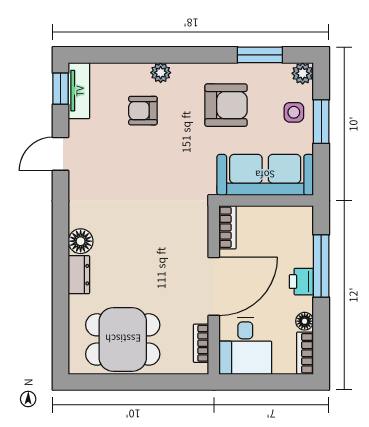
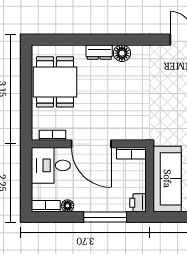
printer: (301, 282) -> (138, 203), moved, turned -90

